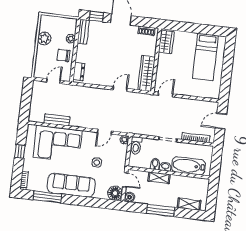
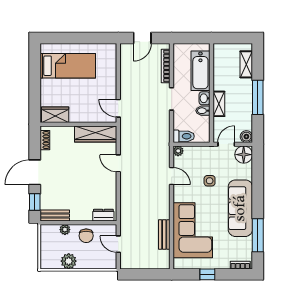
door: (221, 121) -> (142, 38), hinge flipped

